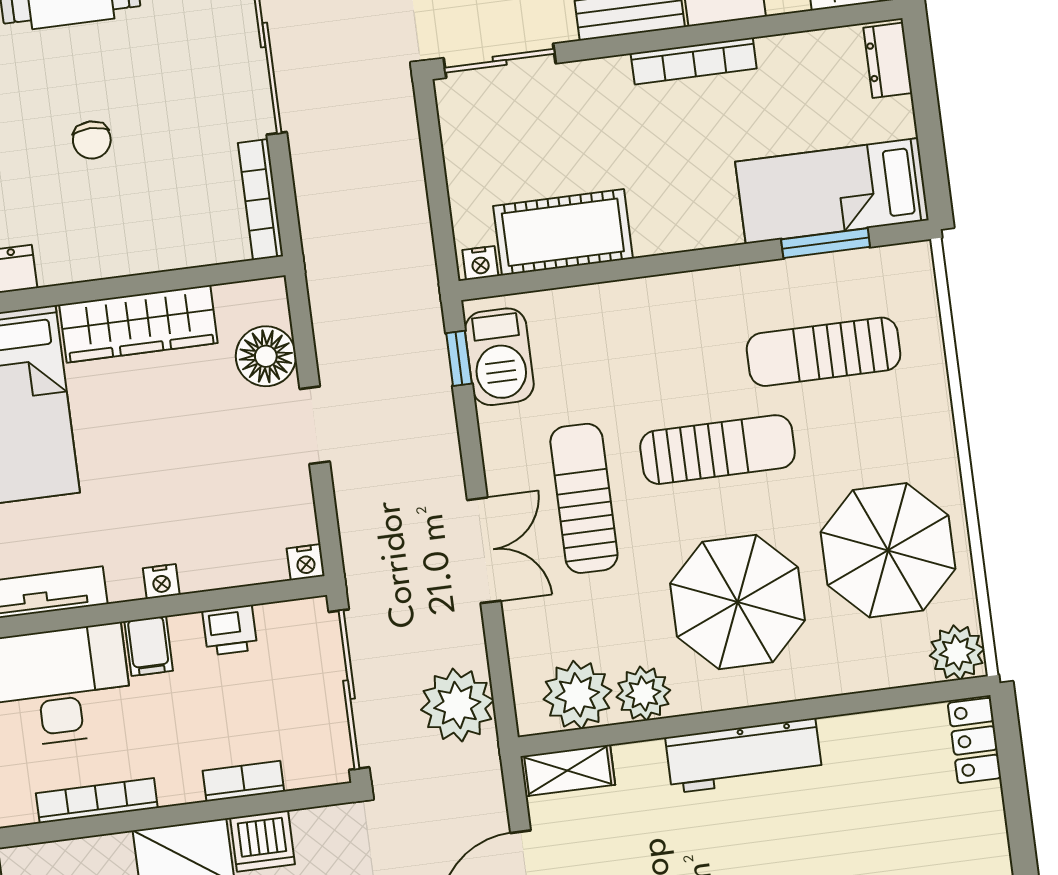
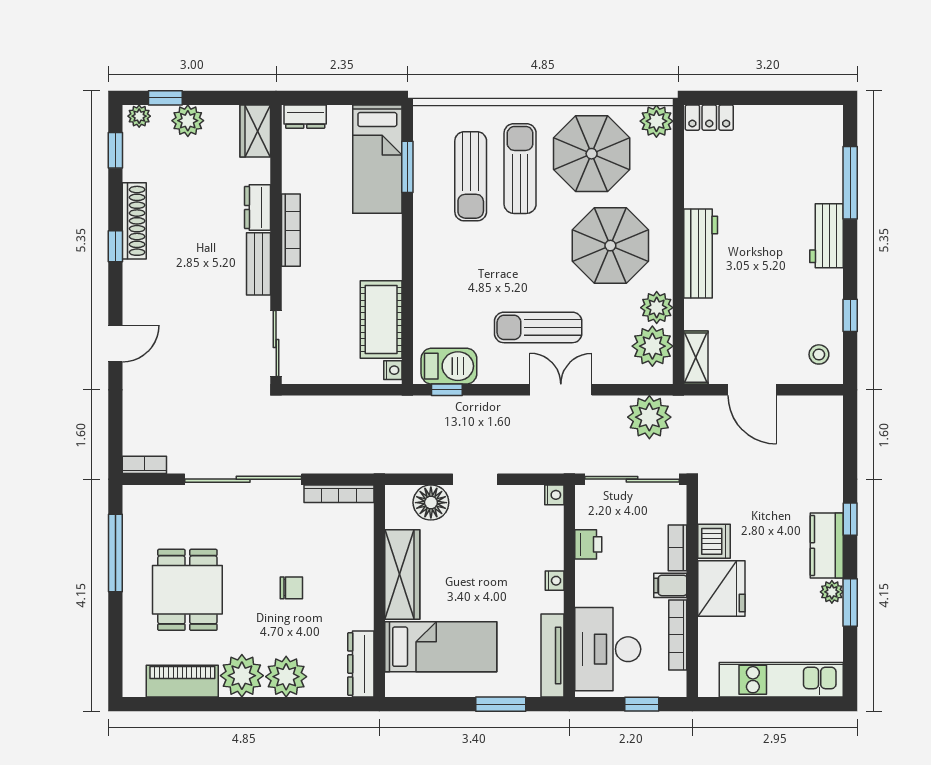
sun lounger: (718, 450) -> (520, 169), moved
filing cabinet: (149, 646) -> (670, 585), moved, turned 180

